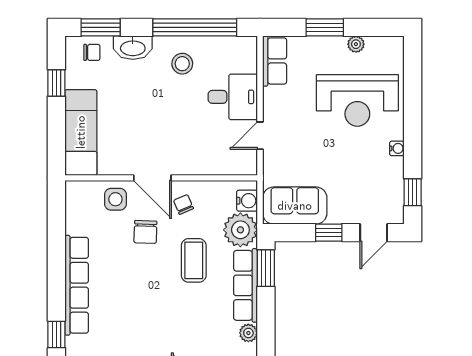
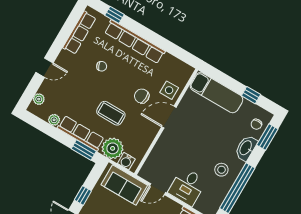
door: (260, 136) -> (158, 189), swing flipped
chair: (183, 204) -> (102, 66), moved
sofa: (295, 206) -> (124, 185), moved, turned 90

